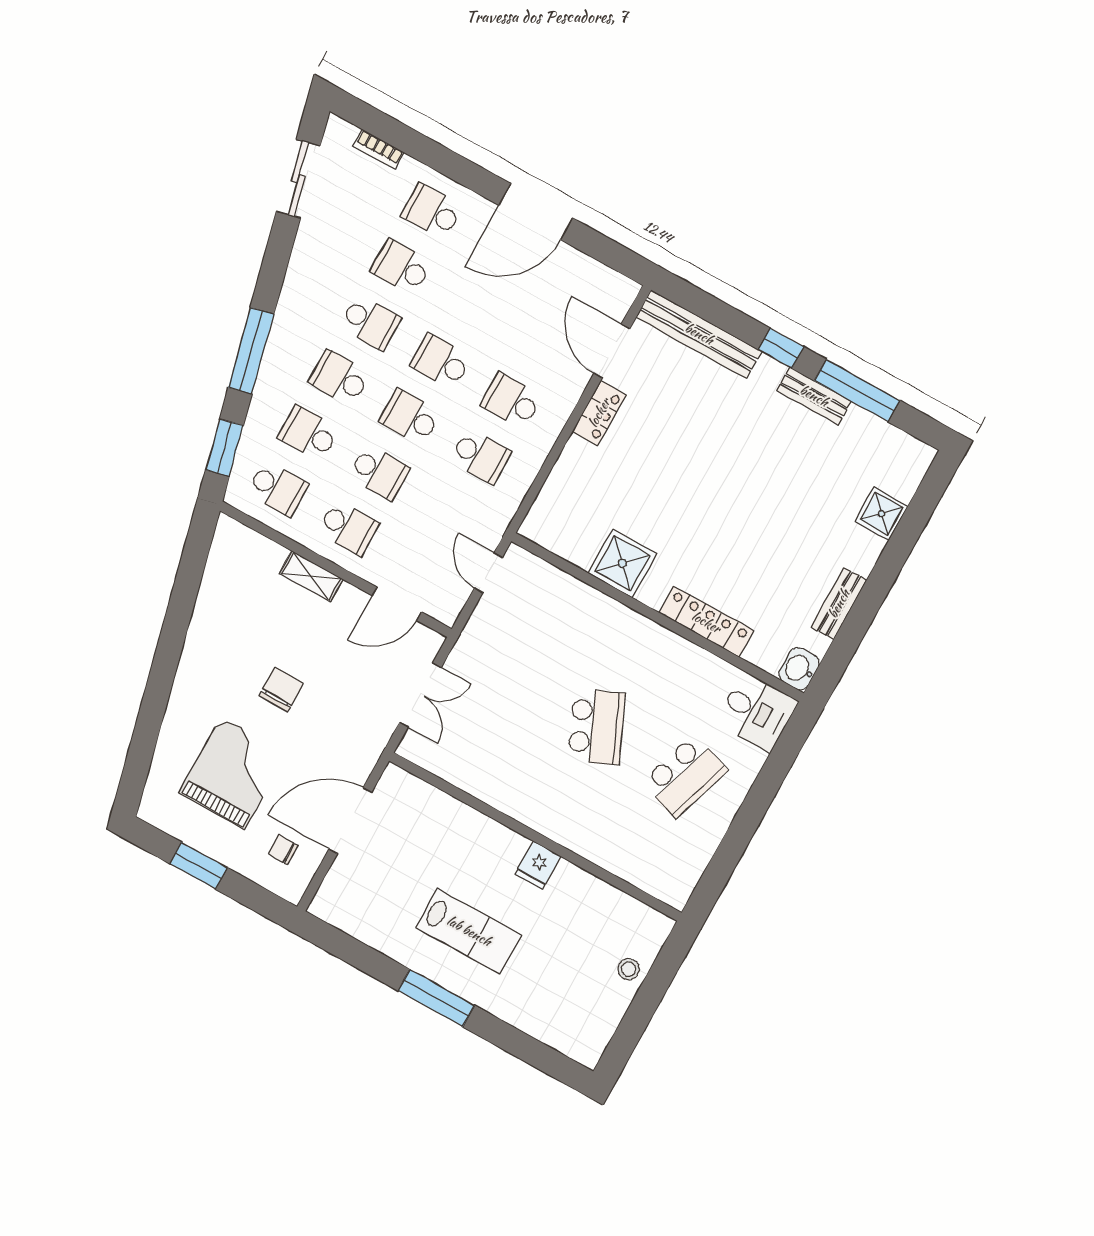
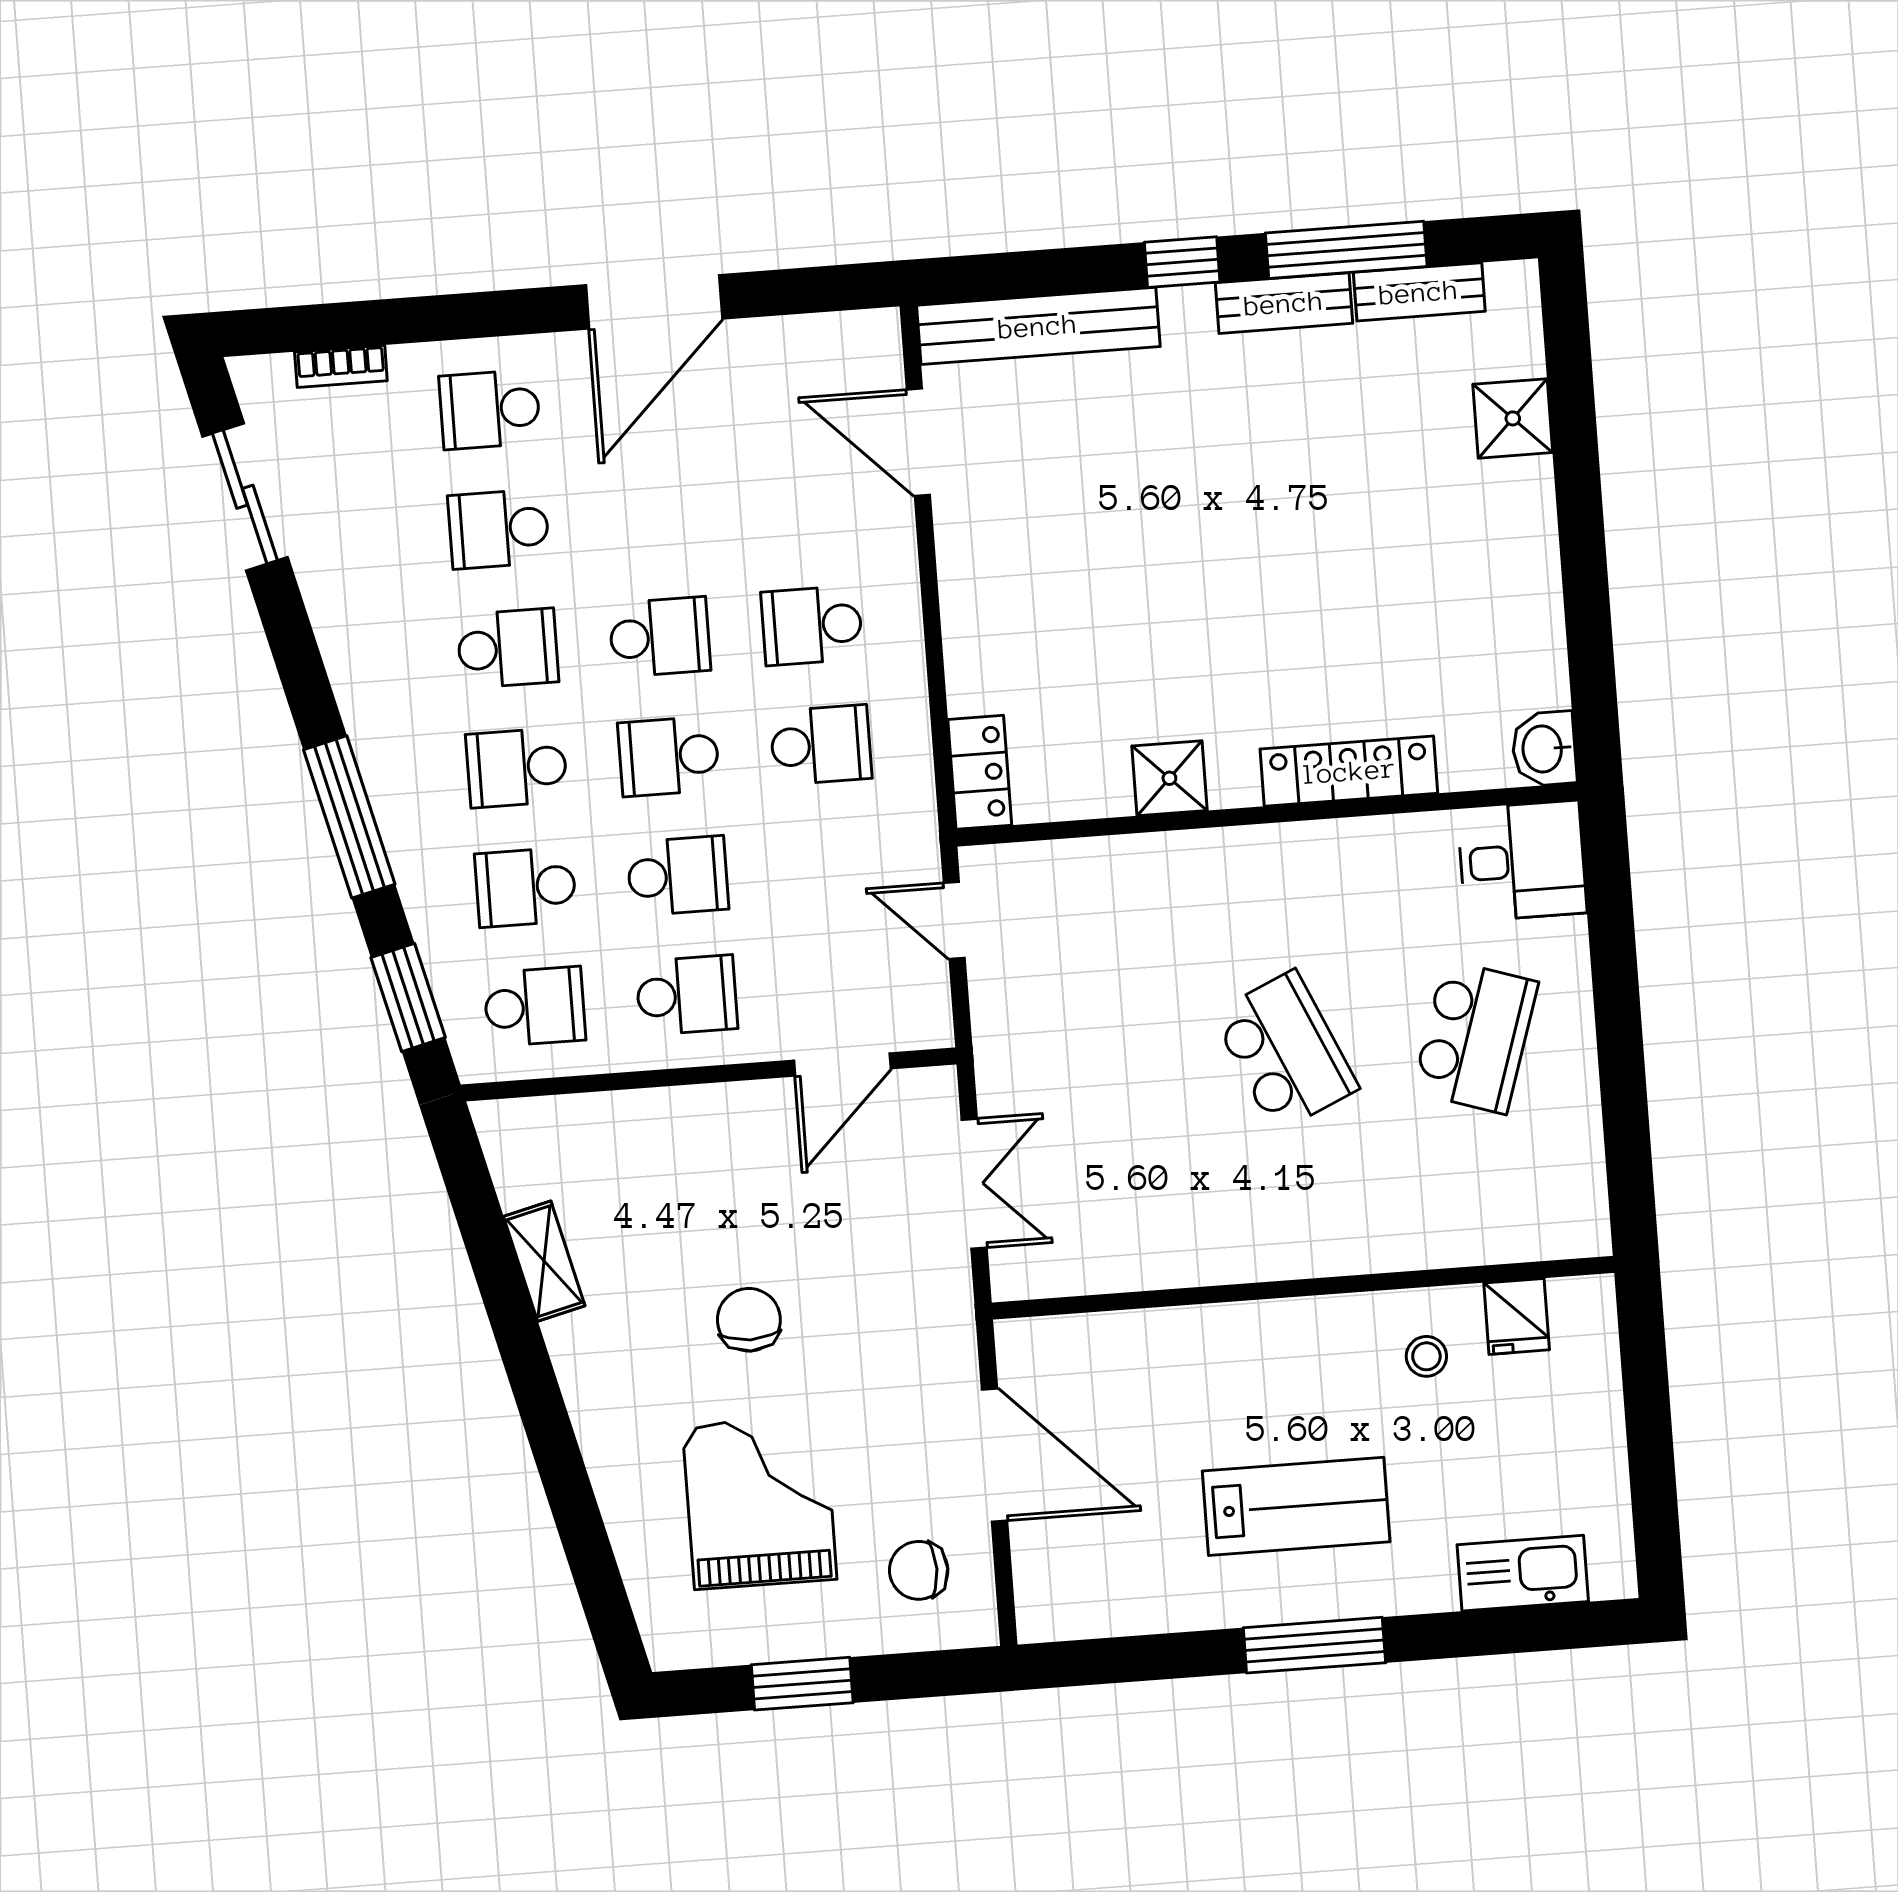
school desk: (441, 362) -> (660, 637), turned 180
locker: (599, 413) -> (980, 772), moved
shower: (622, 563) -> (1169, 778), width x0.73, depth x0.73
shelving: (311, 576) -> (544, 1261), moved, turned 76
bench: (839, 604) -> (1419, 292), moved, turned 90
door: (350, 821) -> (995, 1455), swing flipped
chair: (283, 850) -> (919, 1570), width x1.37, depth x1.37
fridge: (538, 865) -> (1517, 1316), moved
stool: (629, 969) -> (1426, 1356), moved
kitchen sink: (549, 1027) -> (1523, 1573), added

